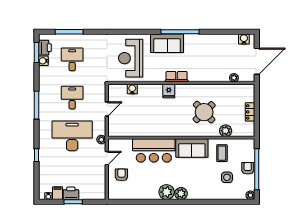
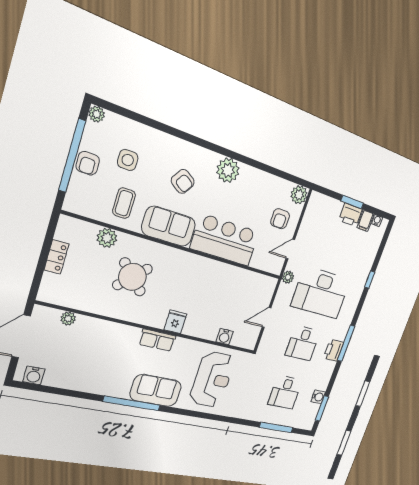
printer: (45, 48) -> (334, 350), moved
armchair: (192, 176) -> (183, 181), added
plant: (181, 194) -> (299, 195), moved

